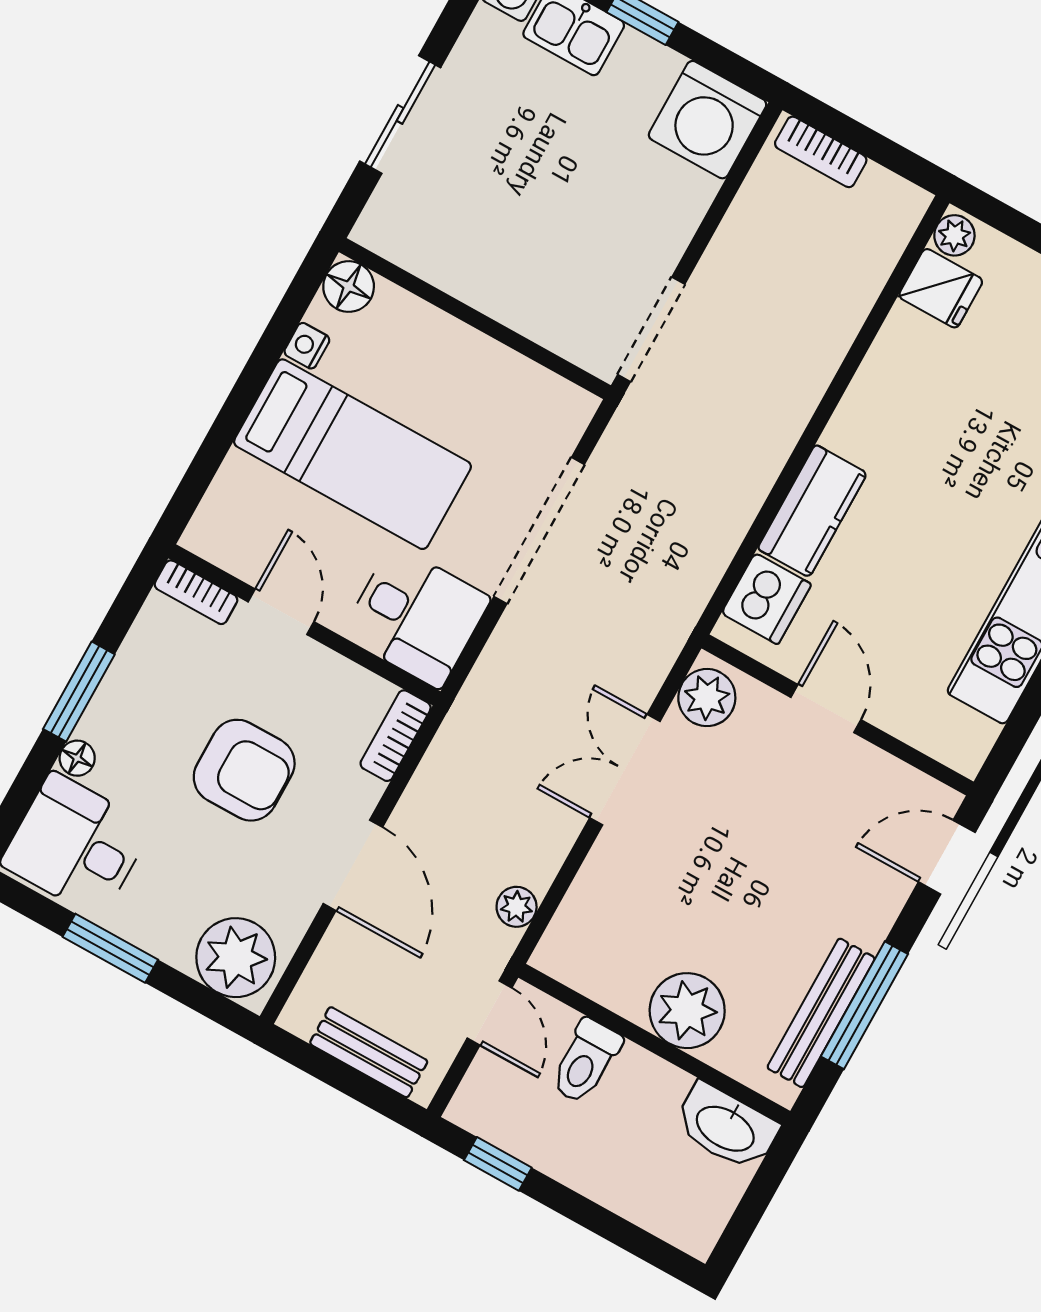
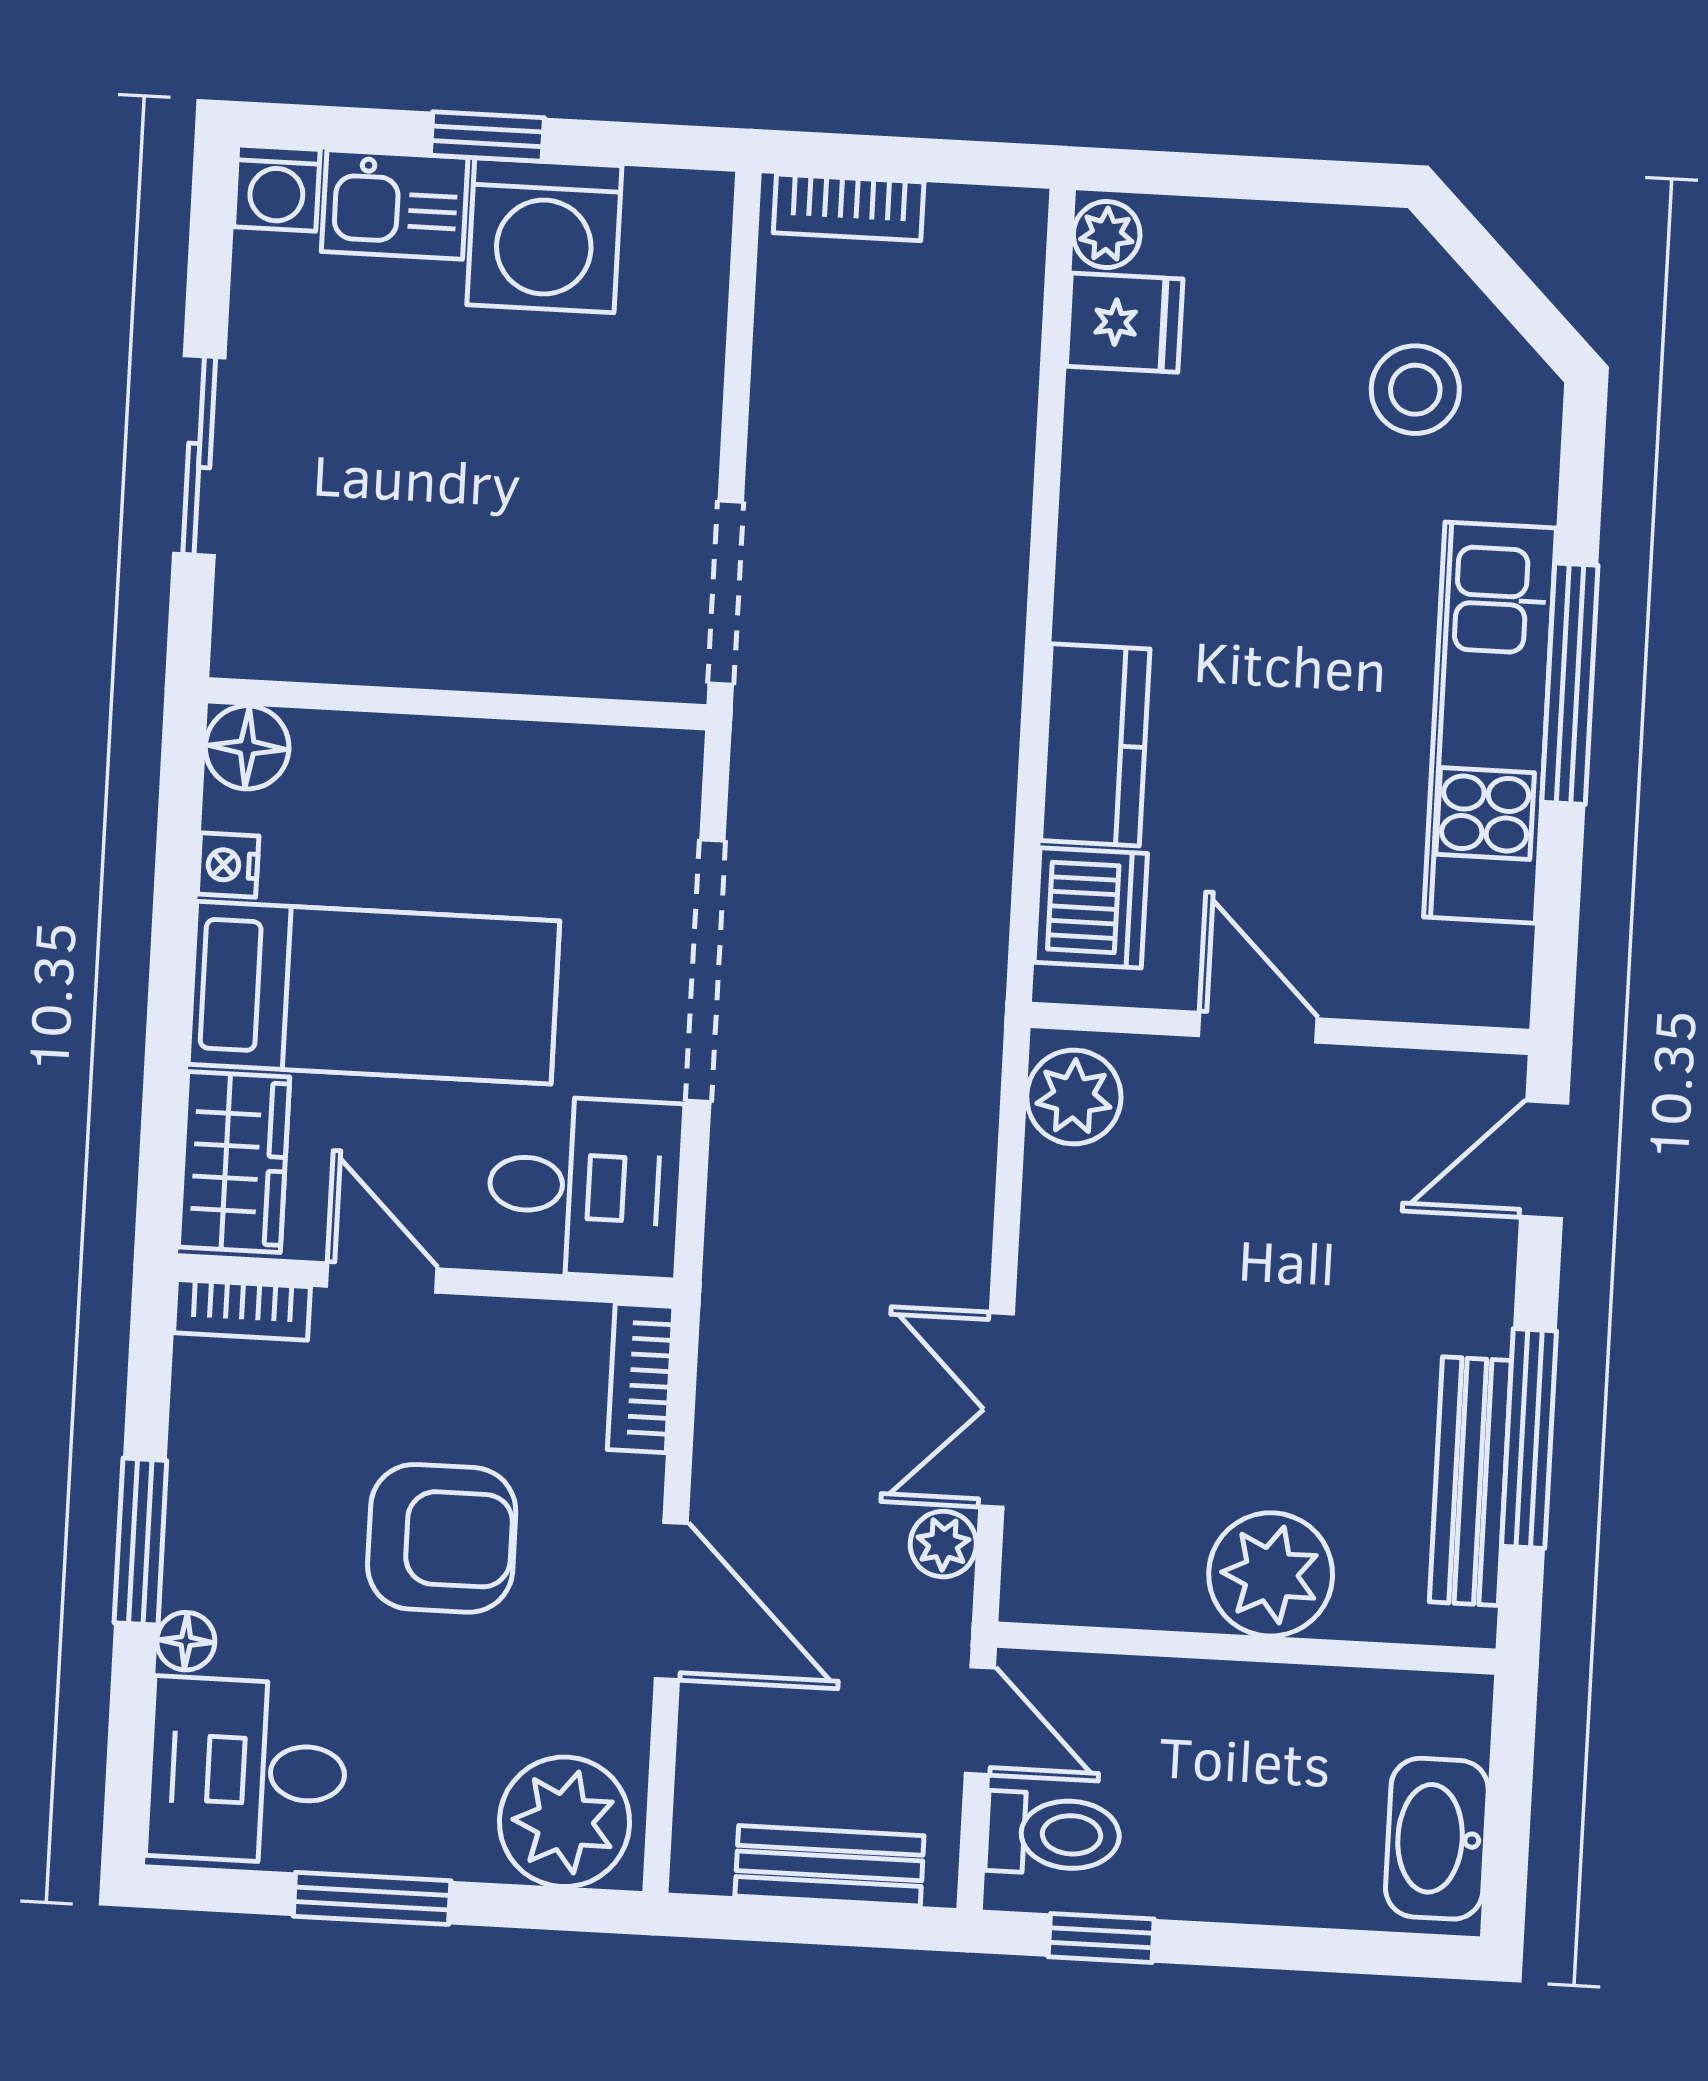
washing machine: (708, 120) -> (544, 235), moved
wardrobe: (231, 509) -> (234, 1162), added
double door: (625, 770) -> (997, 1410), moved
toilet: (586, 1061) -> (1053, 1834), moved, turned -90
washbasin: (726, 1127) -> (1437, 1839), moved, turned 90

